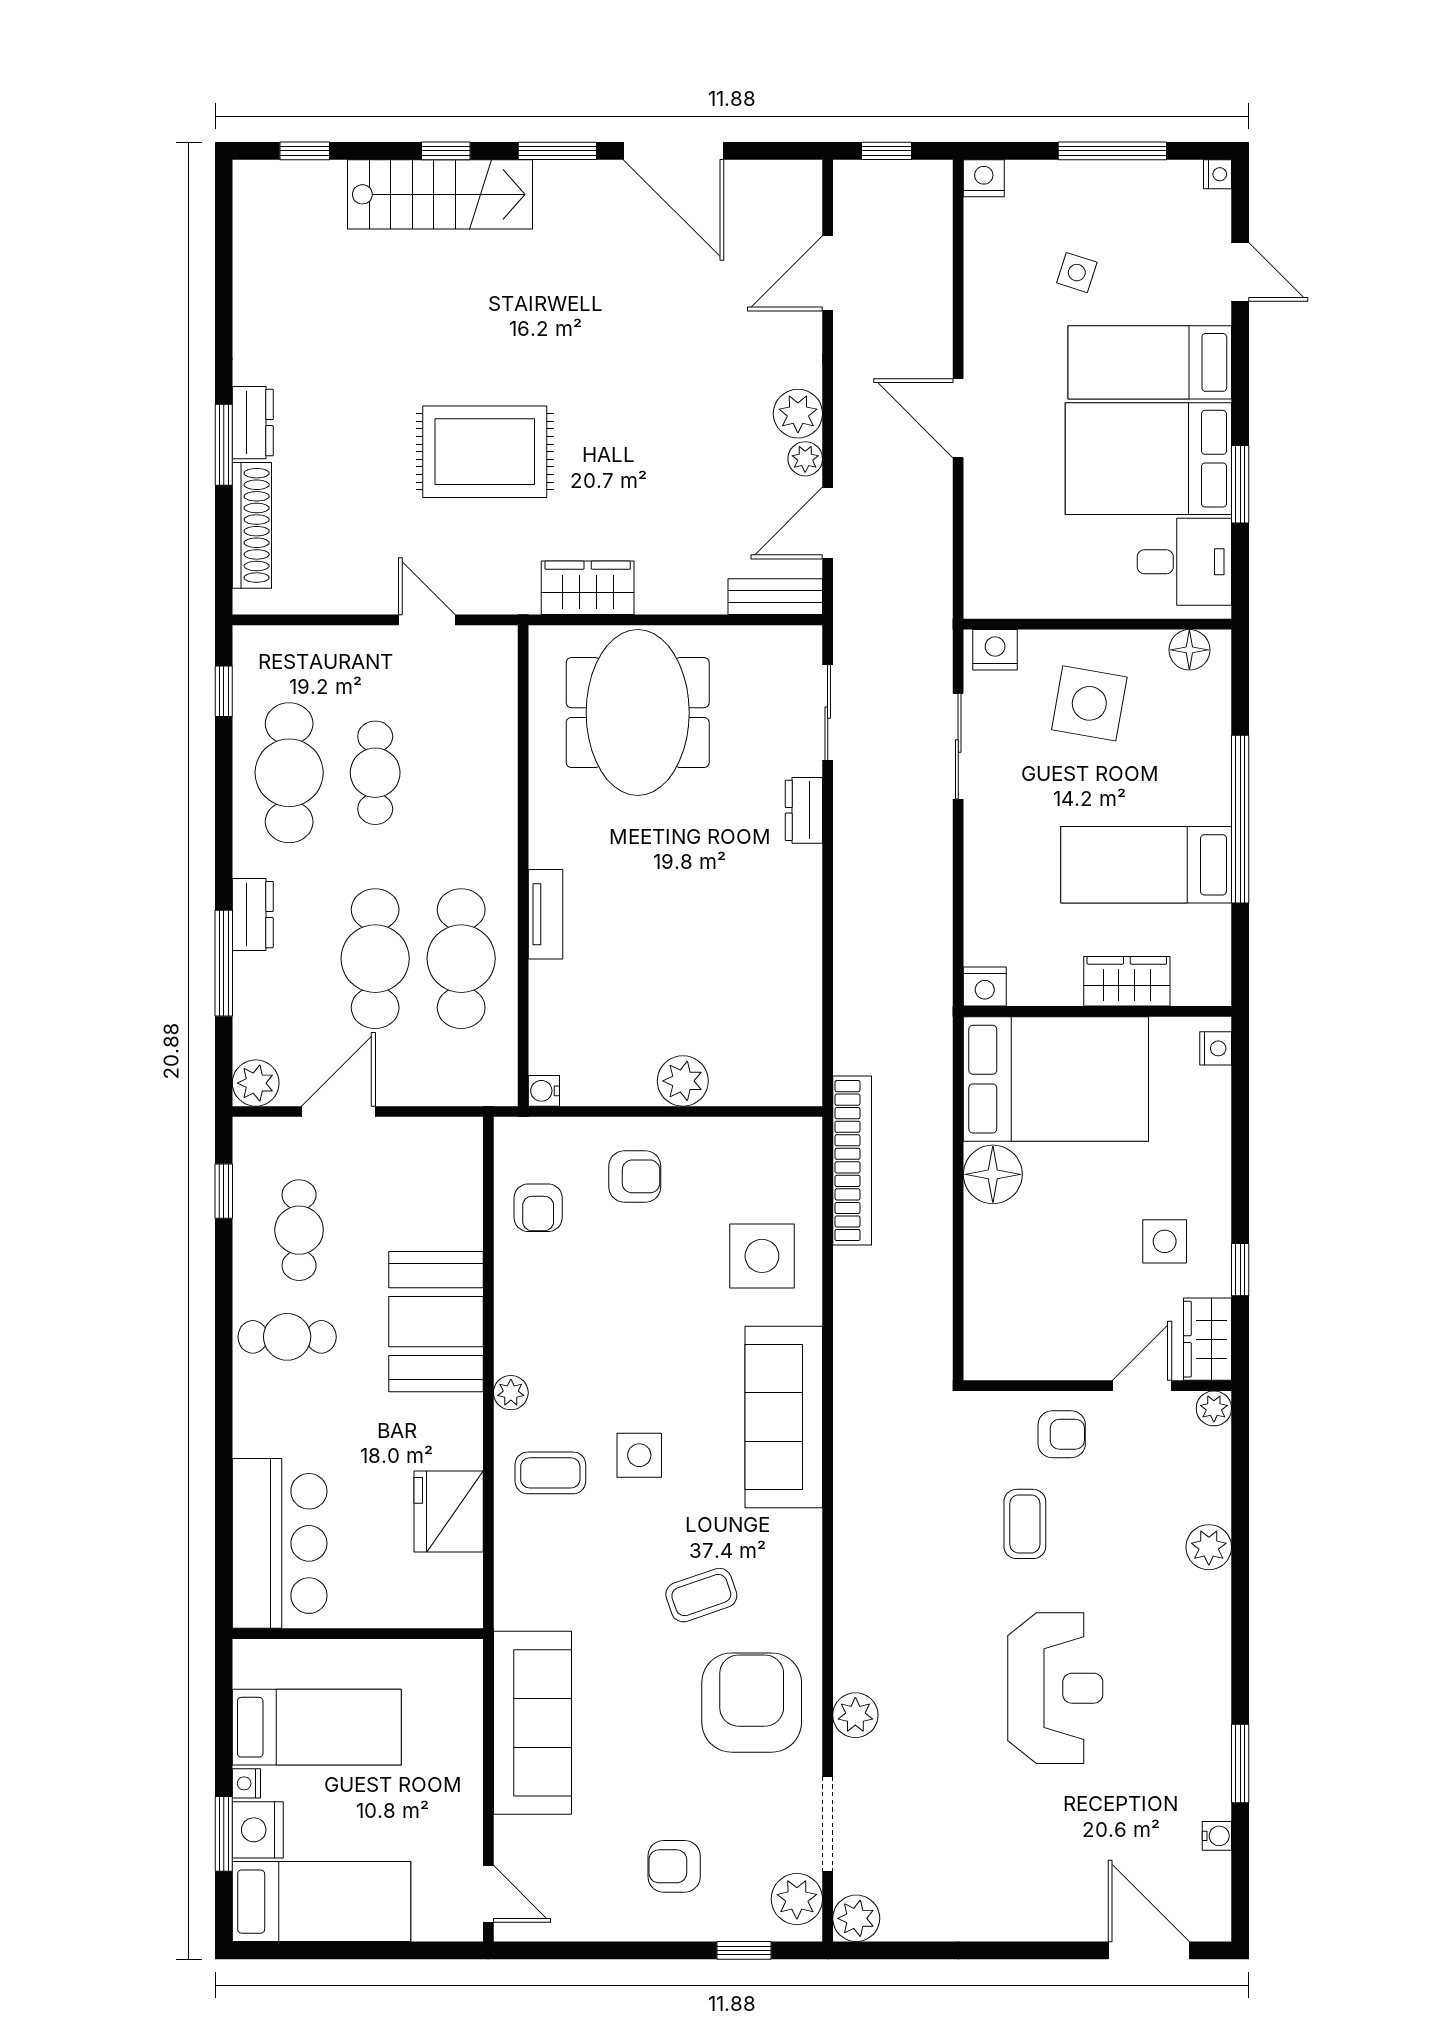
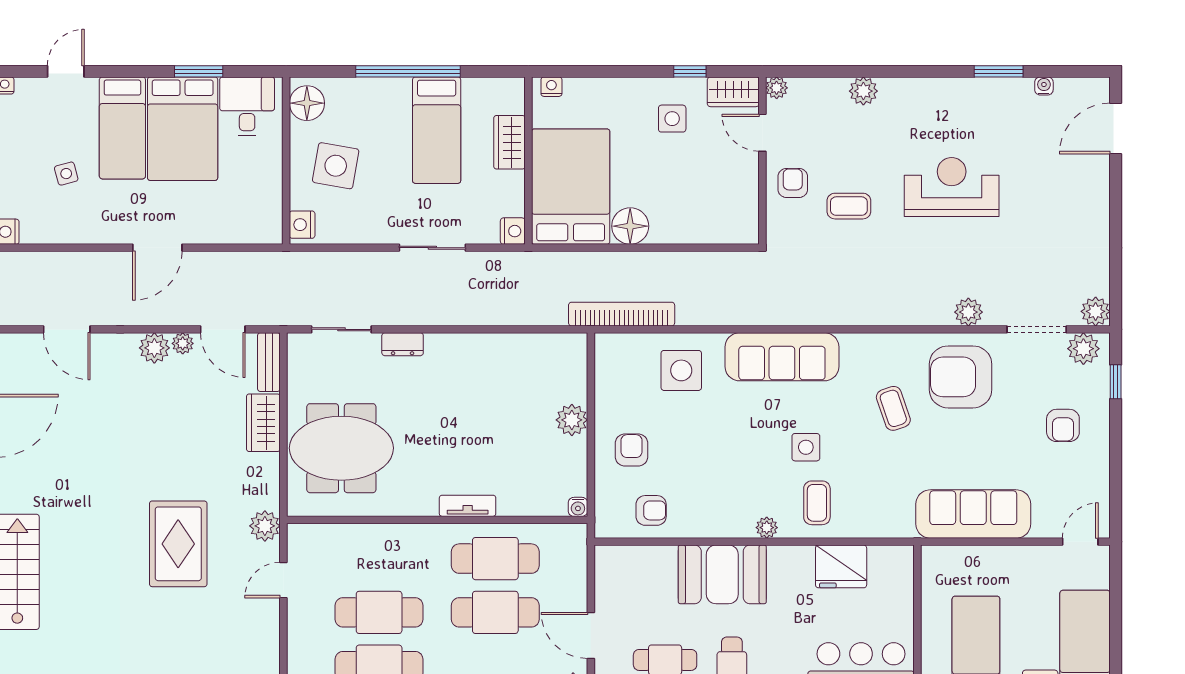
side table: (1077, 273) -> (66, 174), turned -33
wardrobe: (588, 588) -> (263, 423), moved
plant: (513, 590) -> (265, 526), added
floor lamp: (1189, 650) -> (307, 103), width x1.38, depth x1.38
sliding door: (958, 746) -> (432, 248), moved
cafe table: (375, 773) -> (379, 612), width x1.37, depth x1.35

